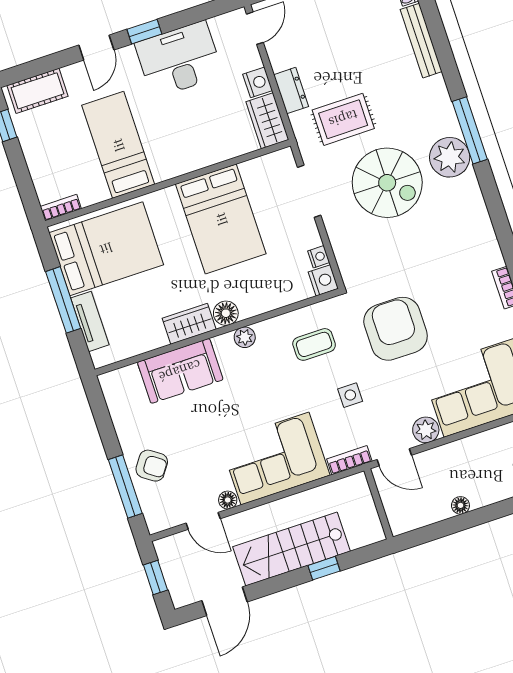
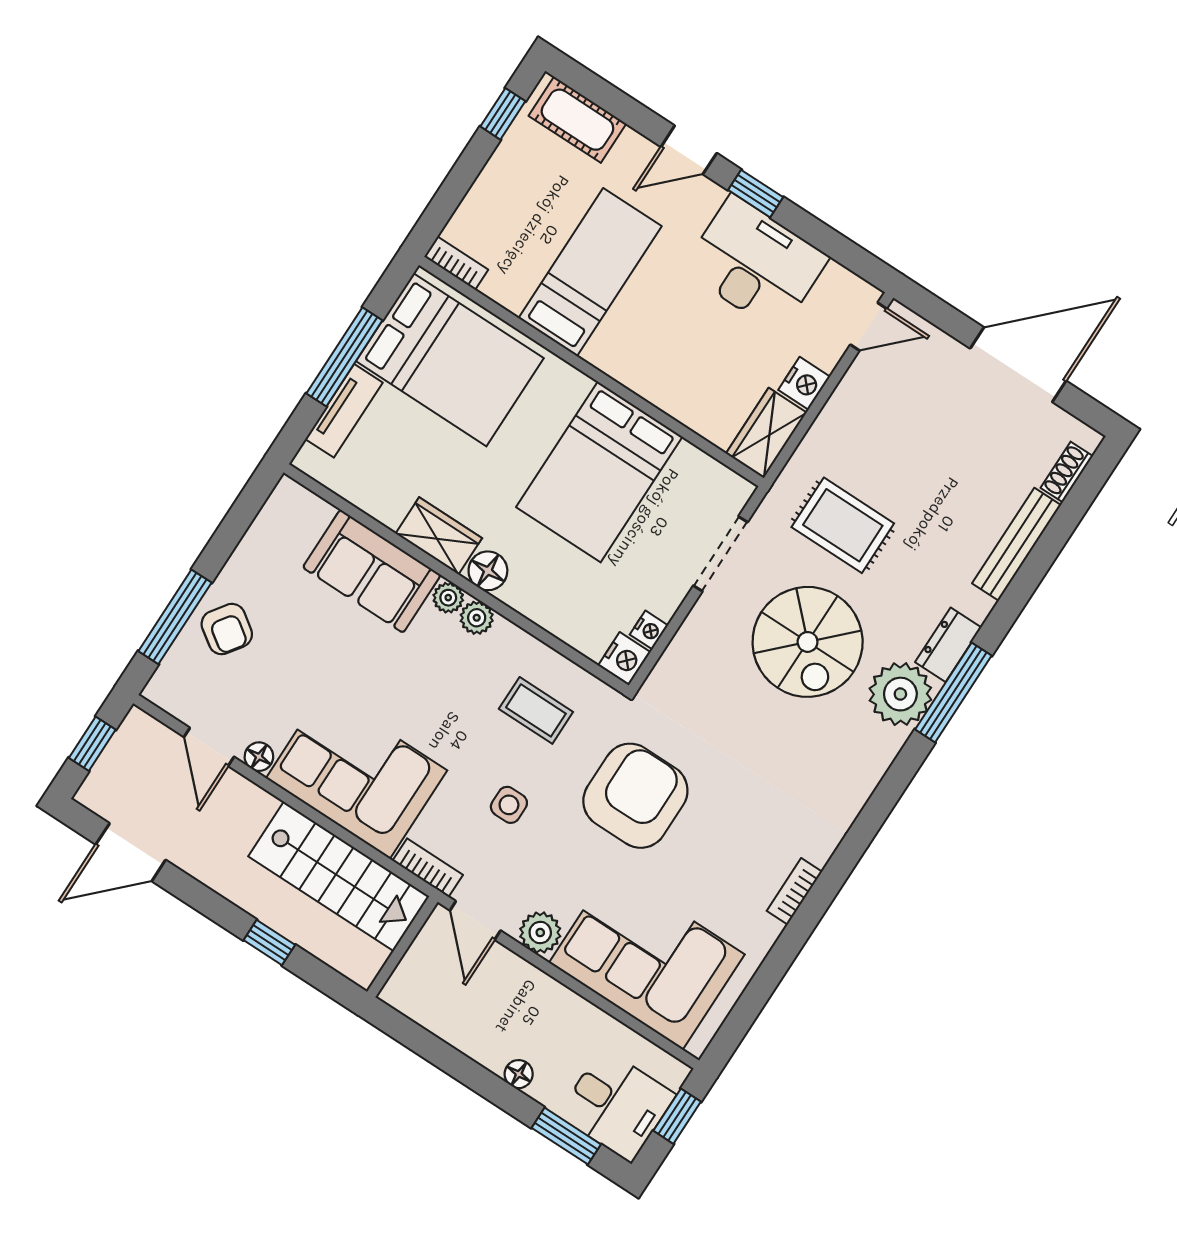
dresser: (291, 91) -> (948, 645), moved, turned 180
plant: (223, 343) -> (448, 598), added
floor lamp: (460, 505) -> (519, 1074), moved
stairs: (291, 549) -> (339, 876), moved, turned 180

